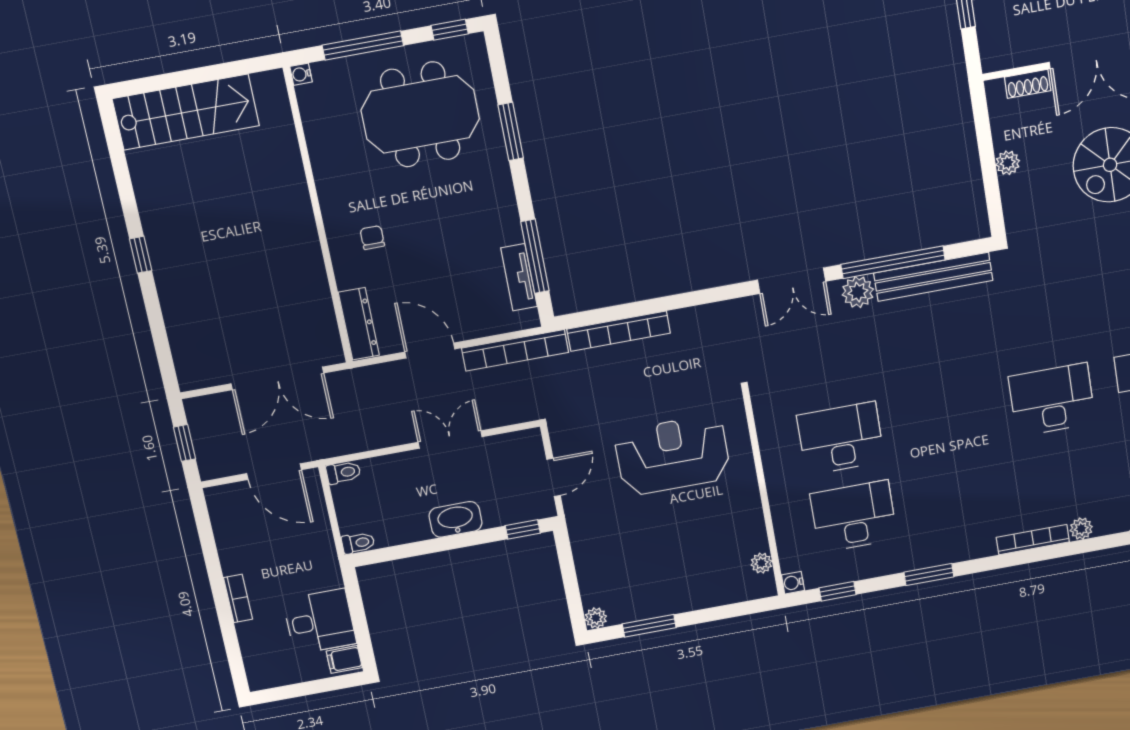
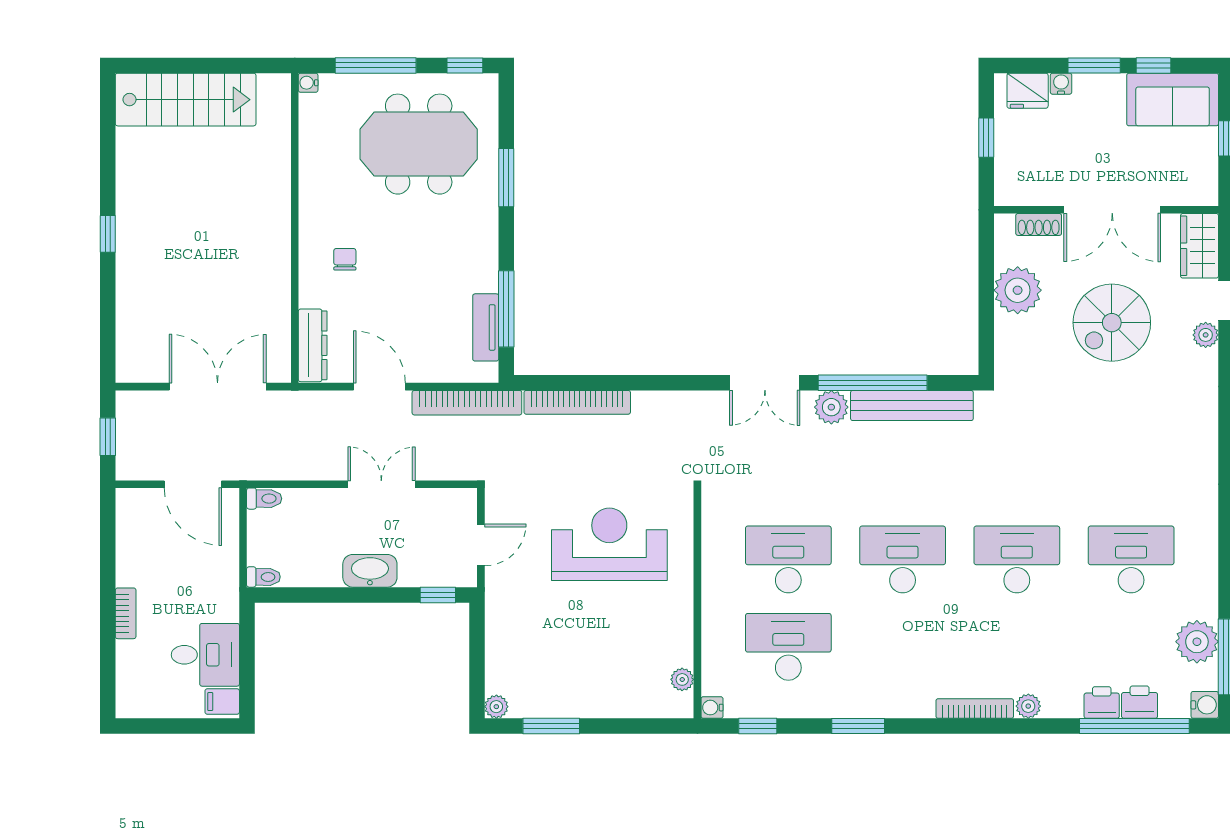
plant: (1008, 163) -> (1018, 290), width x1.88, depth x1.88
double door: (277, 378) -> (218, 387), swing flipped
desk: (946, 419) -> (903, 559), added

